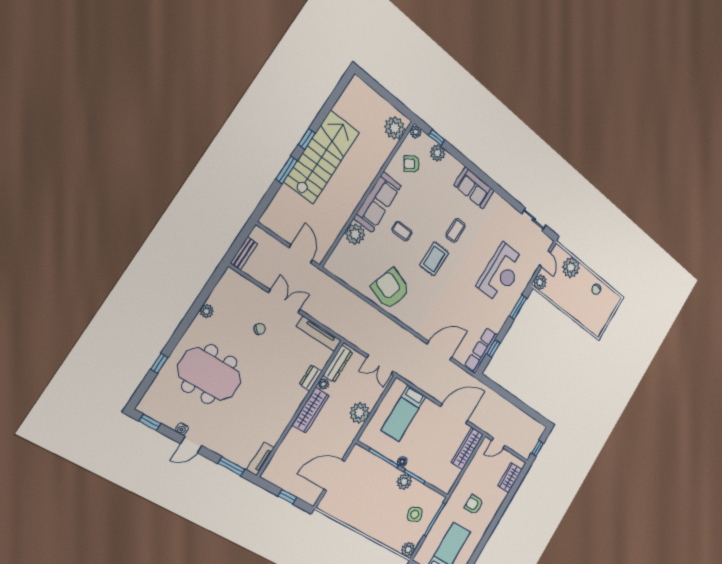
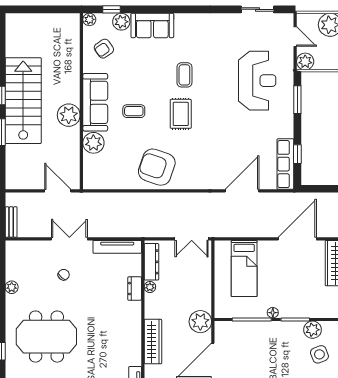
plant: (395, 128) -> (69, 115), moved
sofa: (474, 188) -> (152, 25), moved
wardrobe: (311, 410) -> (153, 342), moved
plant: (359, 413) -> (200, 322), moved
plant: (404, 482) -> (313, 330), moved

